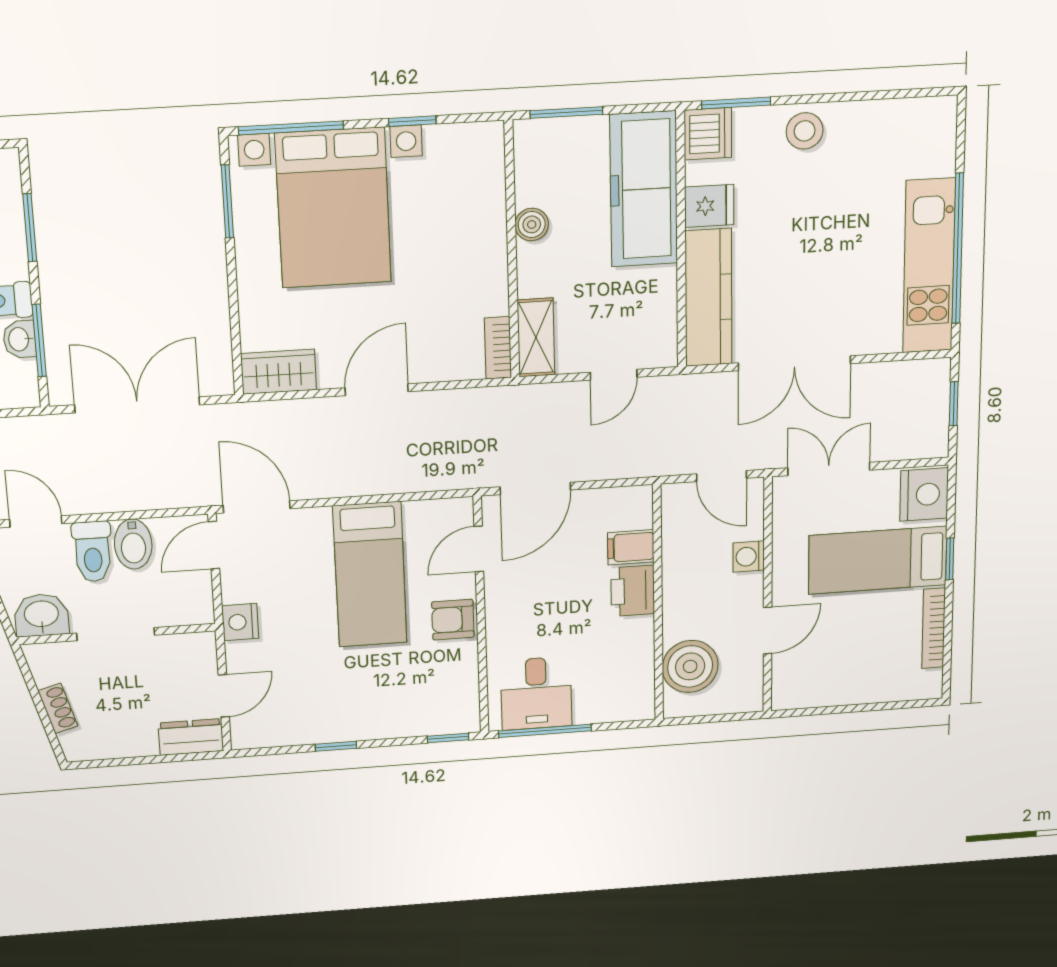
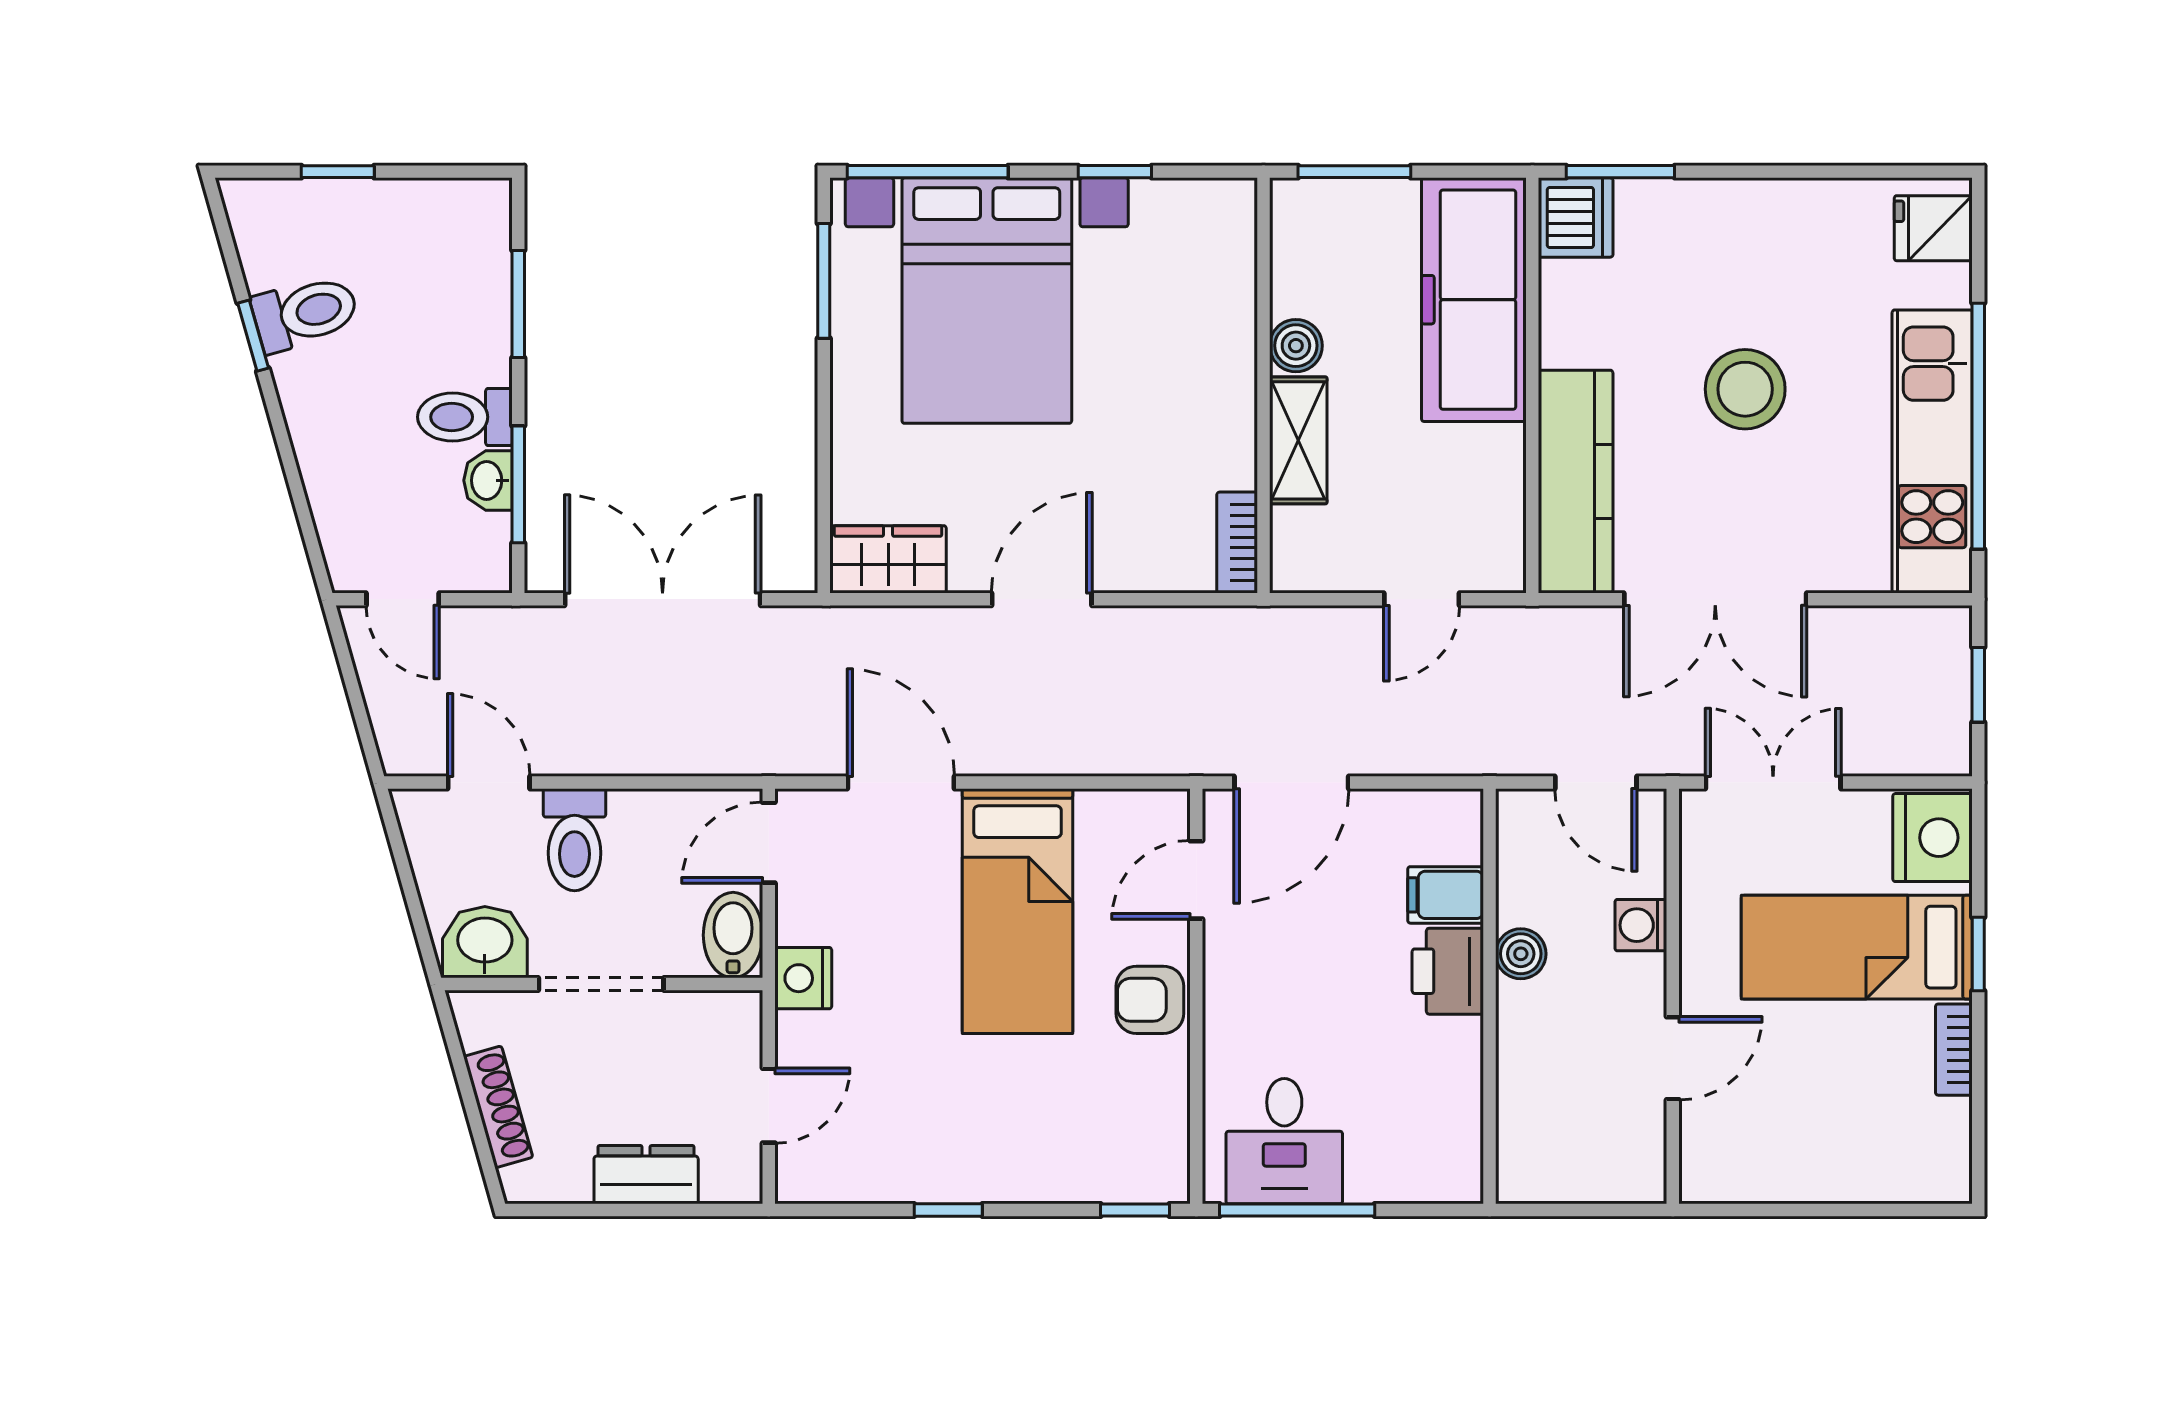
stool: (805, 131) -> (1745, 389), moved, width x1.38, depth x1.38
fridge: (709, 206) -> (1933, 228), moved, turned 180
shelving: (536, 337) -> (1298, 440), moved
door: (257, 507) -> (901, 782), moved
bidet: (133, 544) -> (733, 935), moved, turned 180
bookcase: (934, 628) -> (1954, 1050), width x0.64
boiler: (690, 666) -> (1521, 954), moved, width x0.54, depth x0.54
shoe rack: (58, 708) -> (498, 1107), width x1.43
dresser: (191, 737) -> (646, 1175), moved

